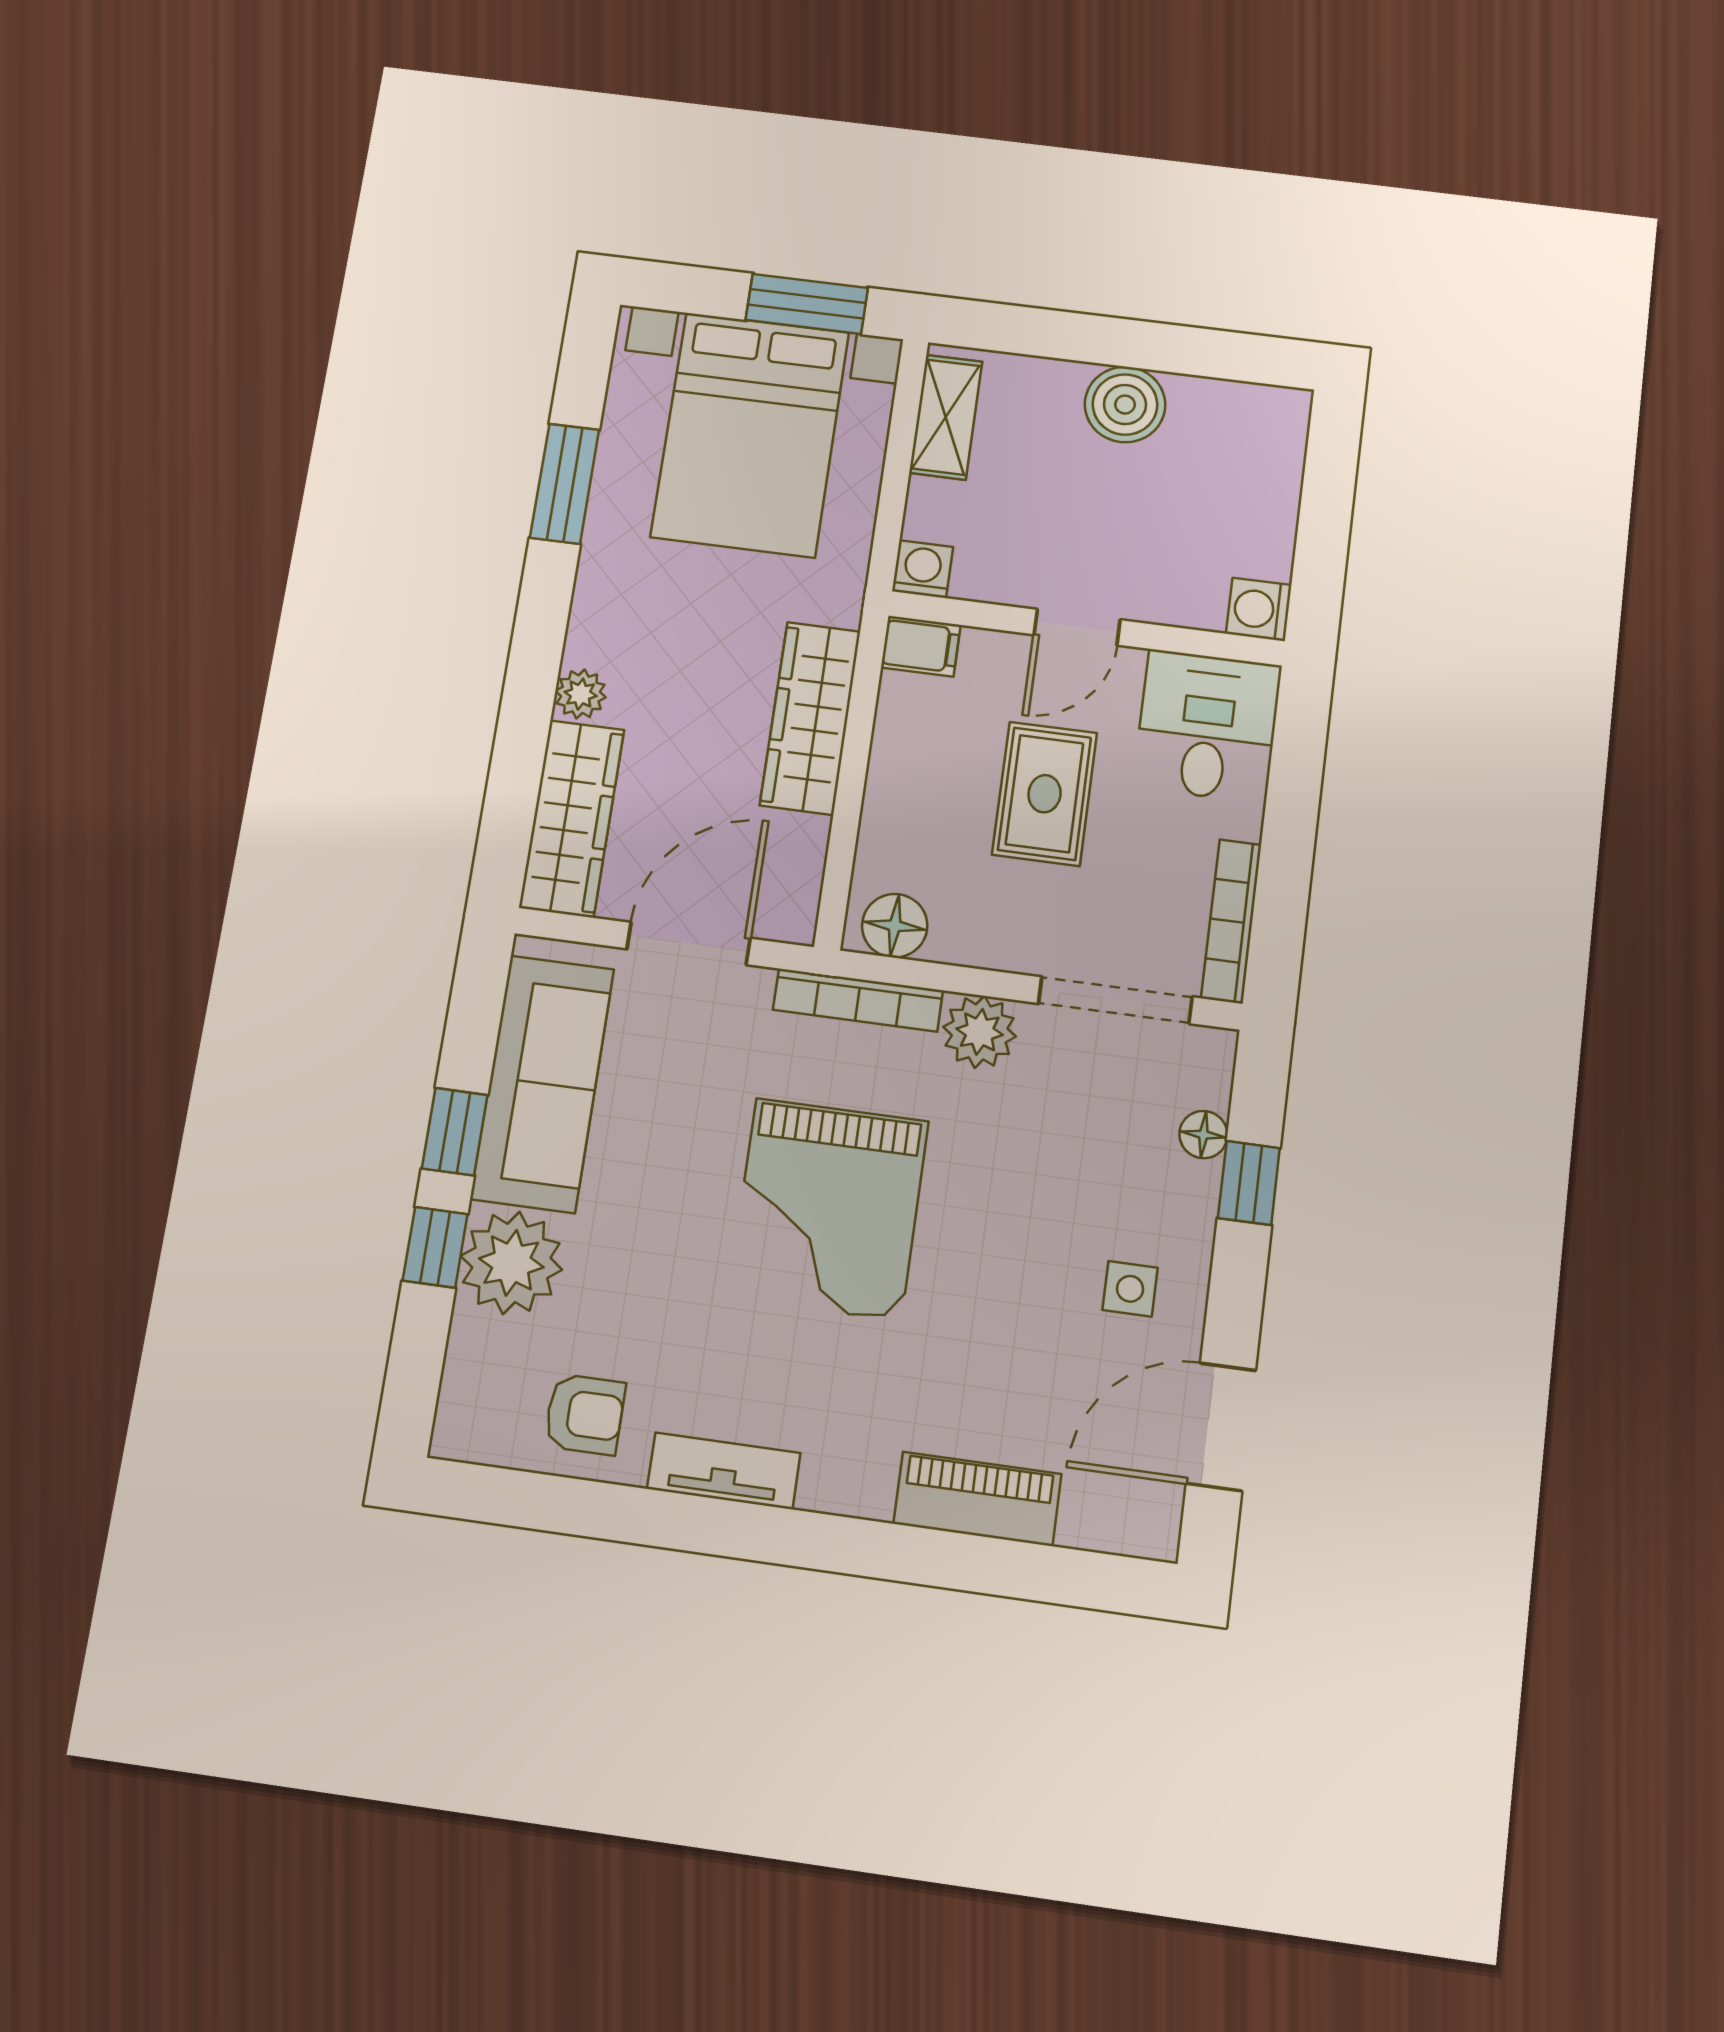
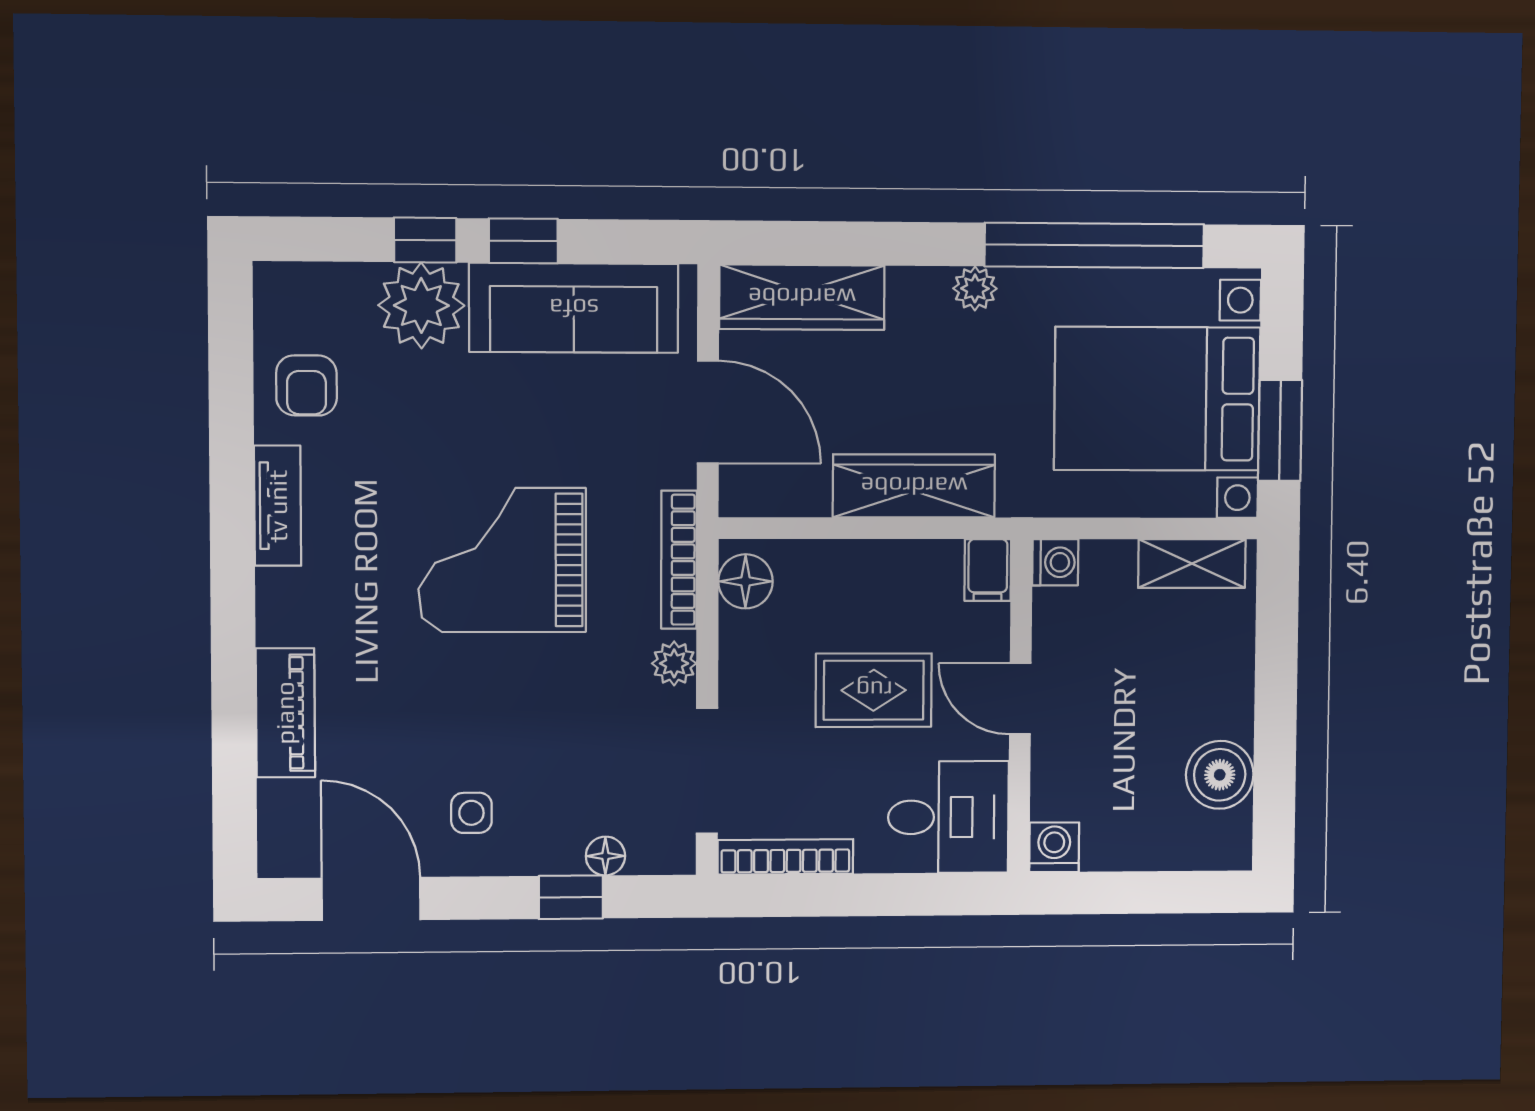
boiler: (1125, 404) -> (1220, 775), moved
window: (565, 484) -> (1094, 245), width x2.11
plant: (581, 694) -> (975, 288), moved
plant: (980, 1032) -> (674, 663), width x0.73, depth x0.73

